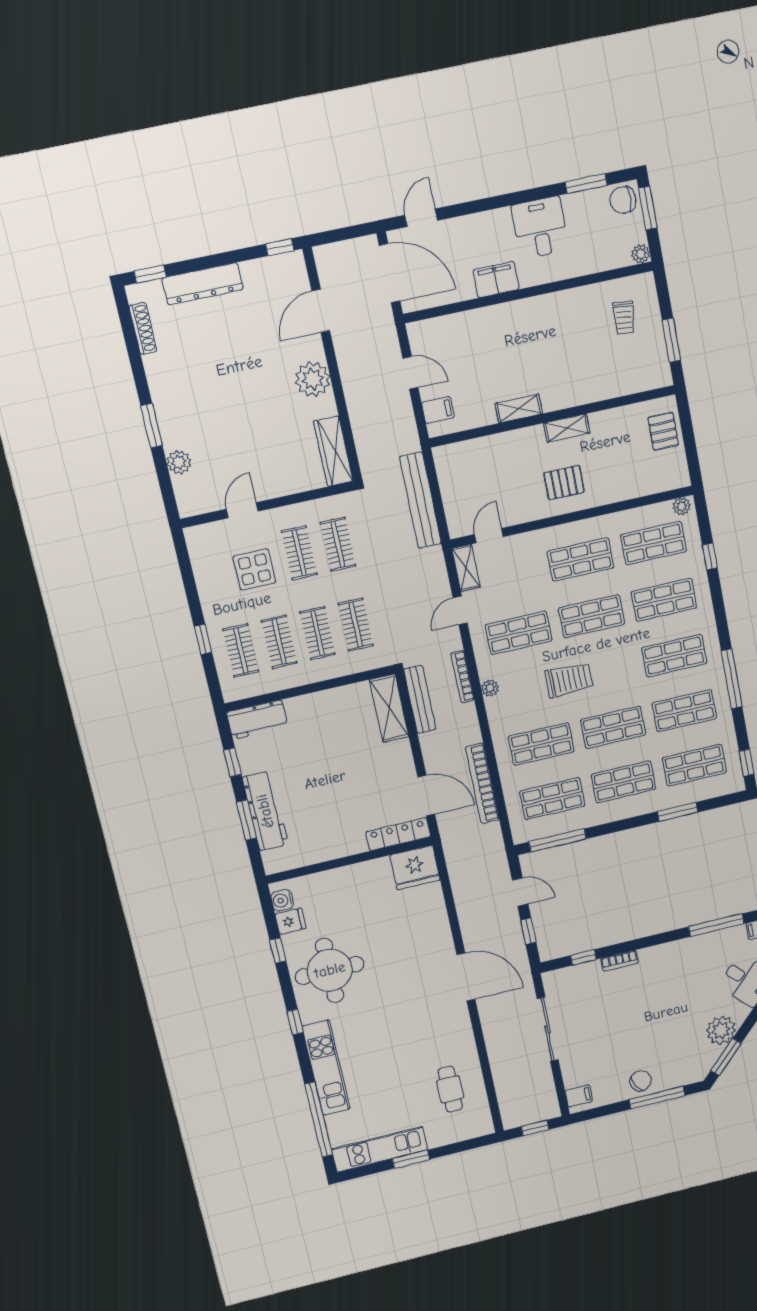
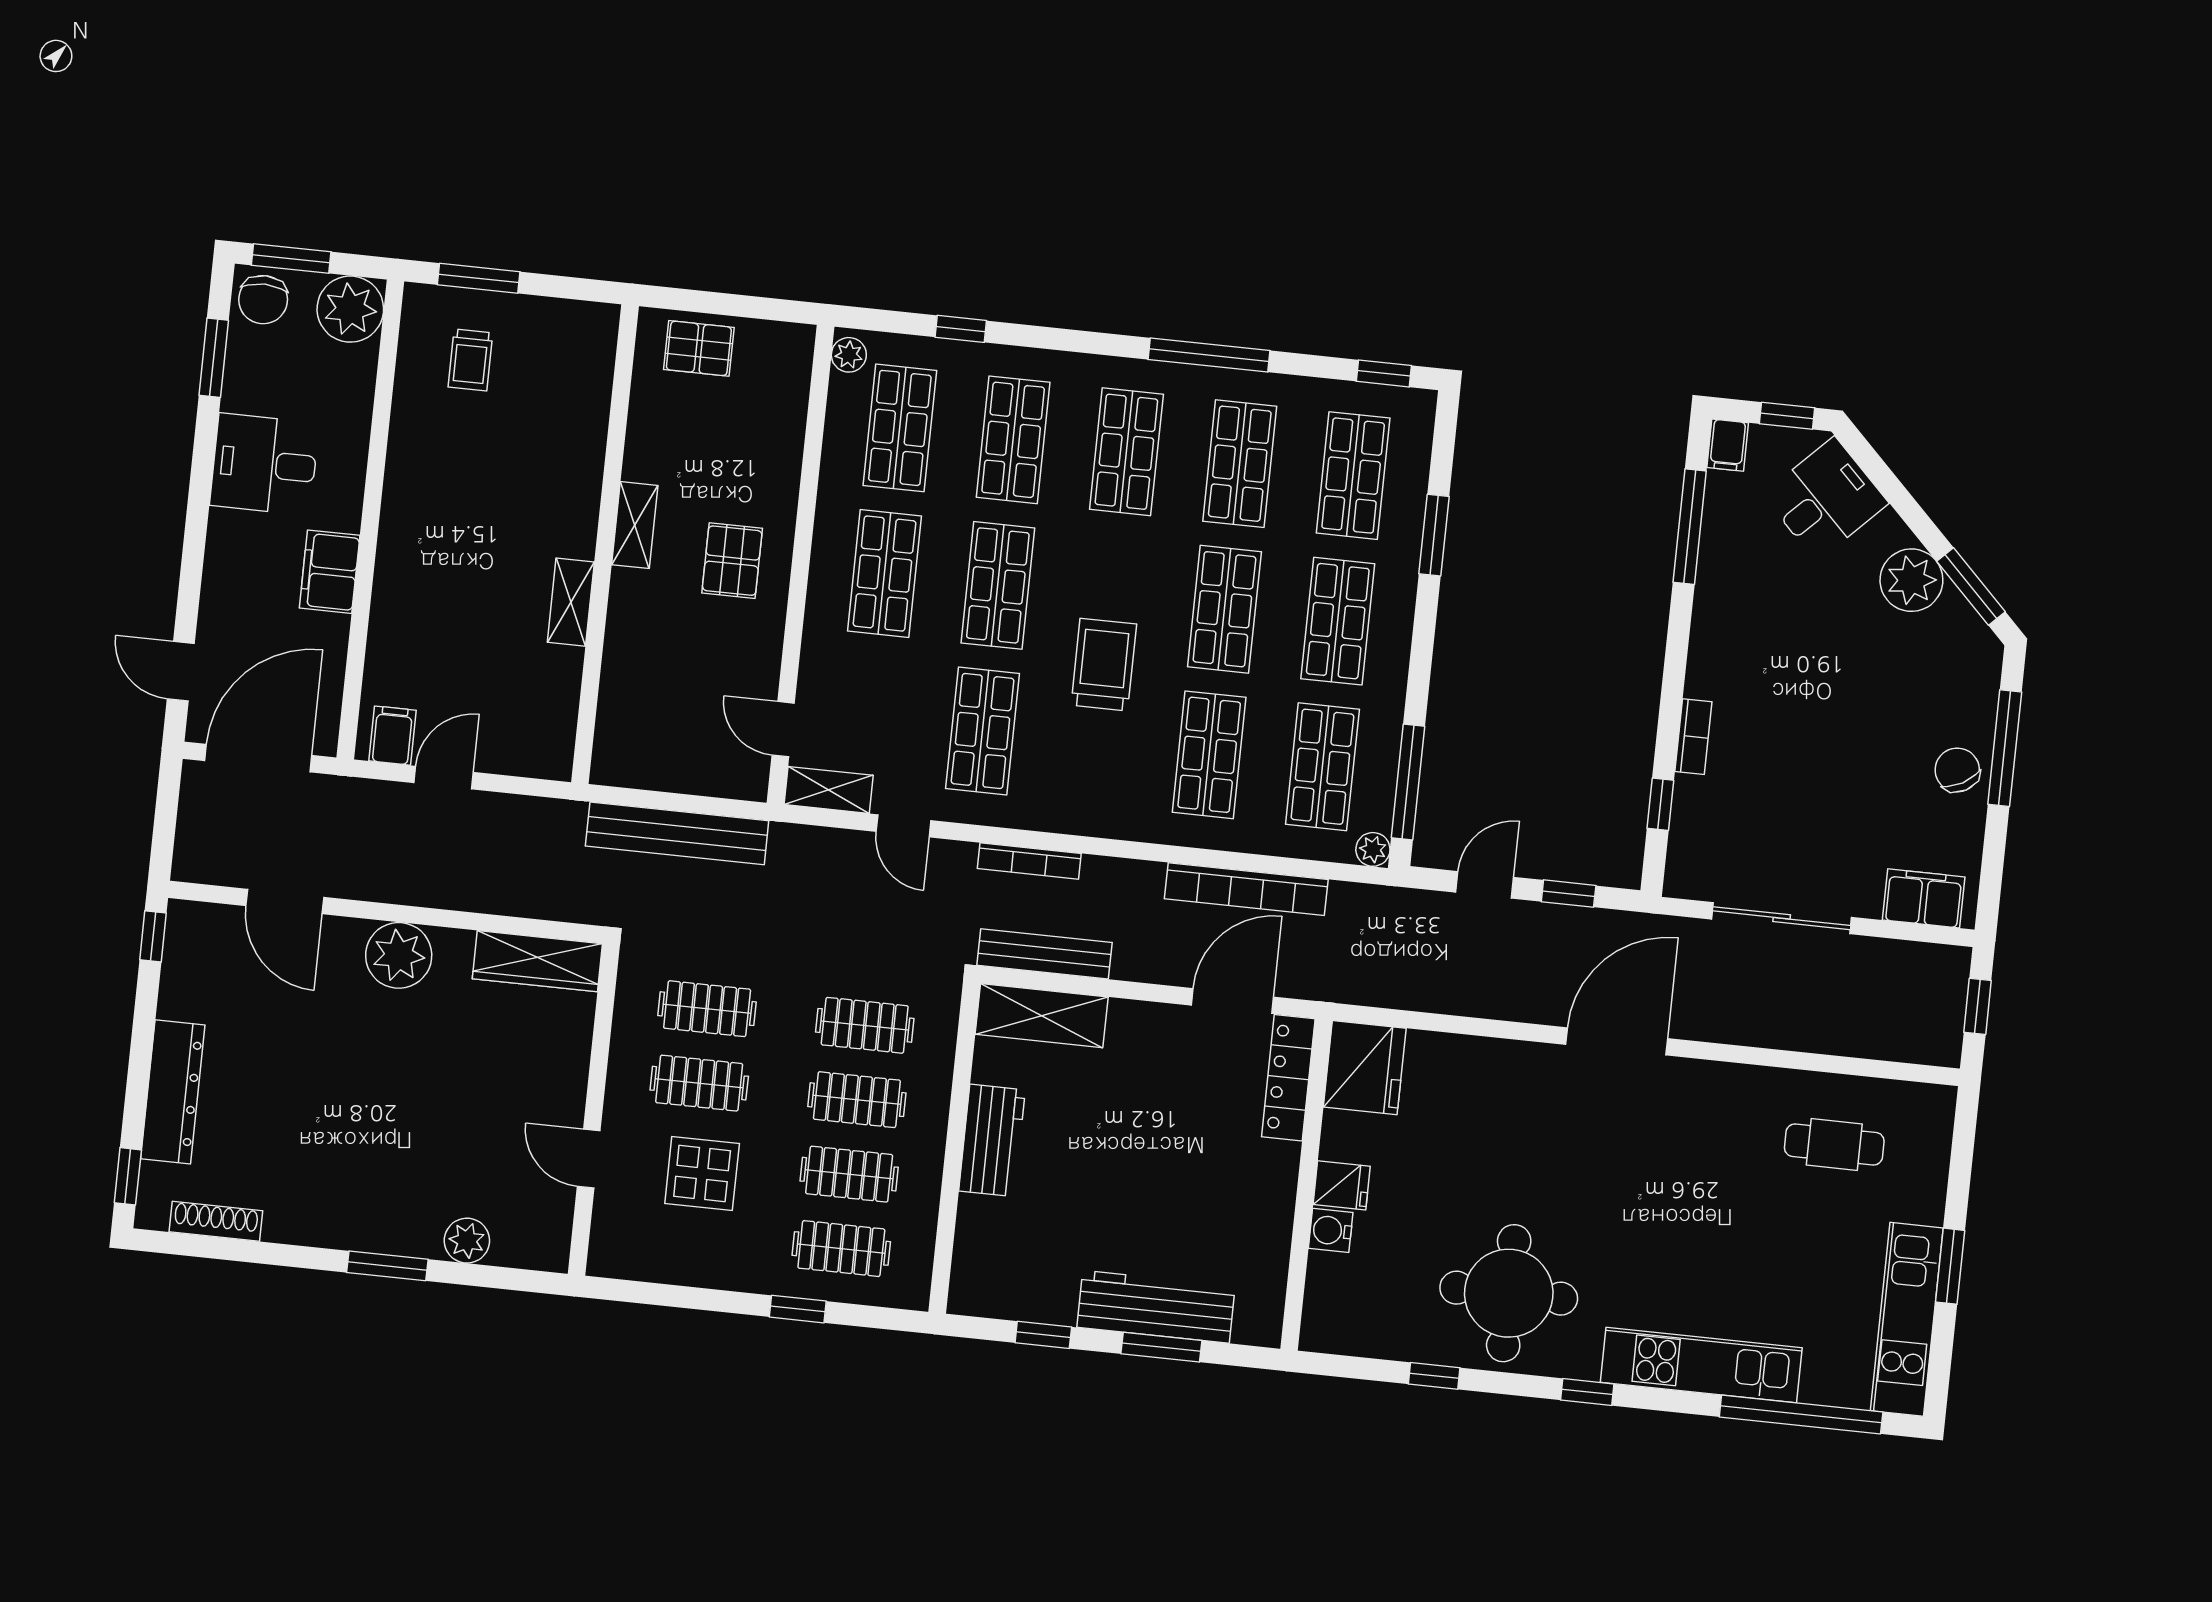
plant: (641, 254) -> (350, 309), width x1.88, depth x1.88
trolley: (624, 318) -> (470, 360), turned 84
window: (671, 340) -> (479, 278), moved
filing cabinet: (438, 410) -> (393, 736), moved
plant: (490, 688) -> (1373, 849), moved
workbench: (257, 720) -> (992, 1140), moved
water cooler: (282, 900) -> (1331, 1230), moved, turned 90
fridge: (290, 921) -> (1342, 1185), moved, turned 90
filing cabinet: (579, 1096) -> (1924, 898), width x2.00

